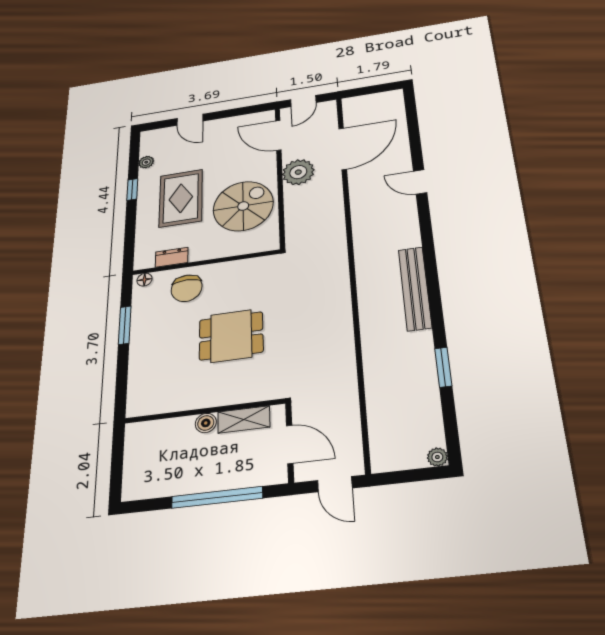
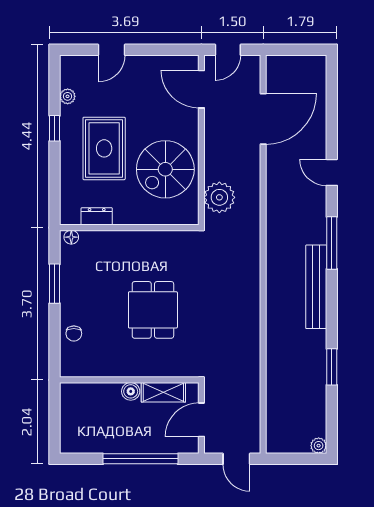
door: (190, 120) -> (111, 50), hinge flipped
plant: (298, 172) -> (219, 197), moved
spiral stairs: (243, 206) -> (165, 169), turned 180
window: (428, 244) -> (332, 243), added
chair: (187, 288) -> (74, 334), moved, width x0.54, depth x0.54
dining table: (231, 336) -> (153, 310), turned 90
door: (290, 444) -> (201, 420), swing flipped

